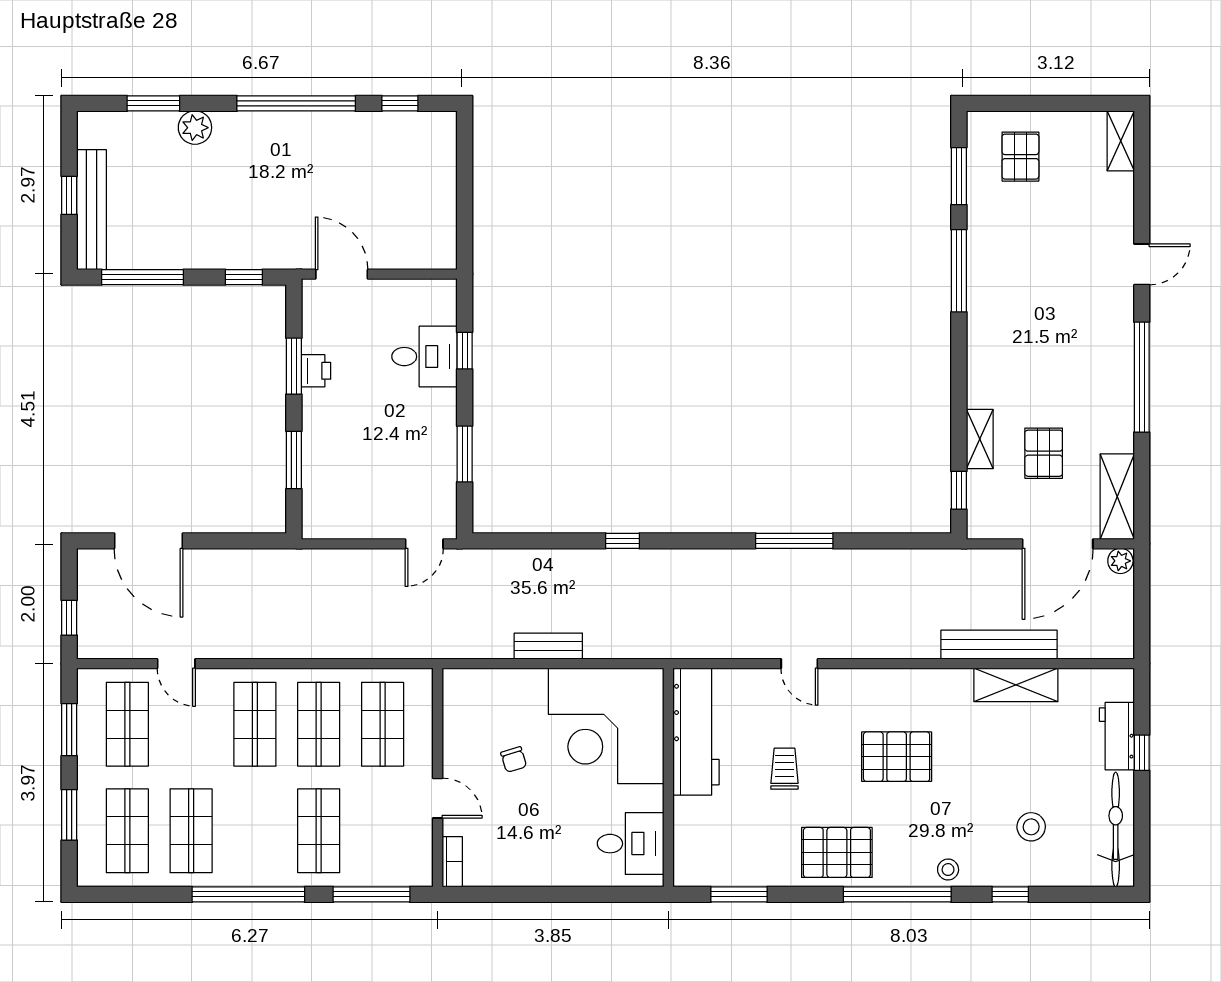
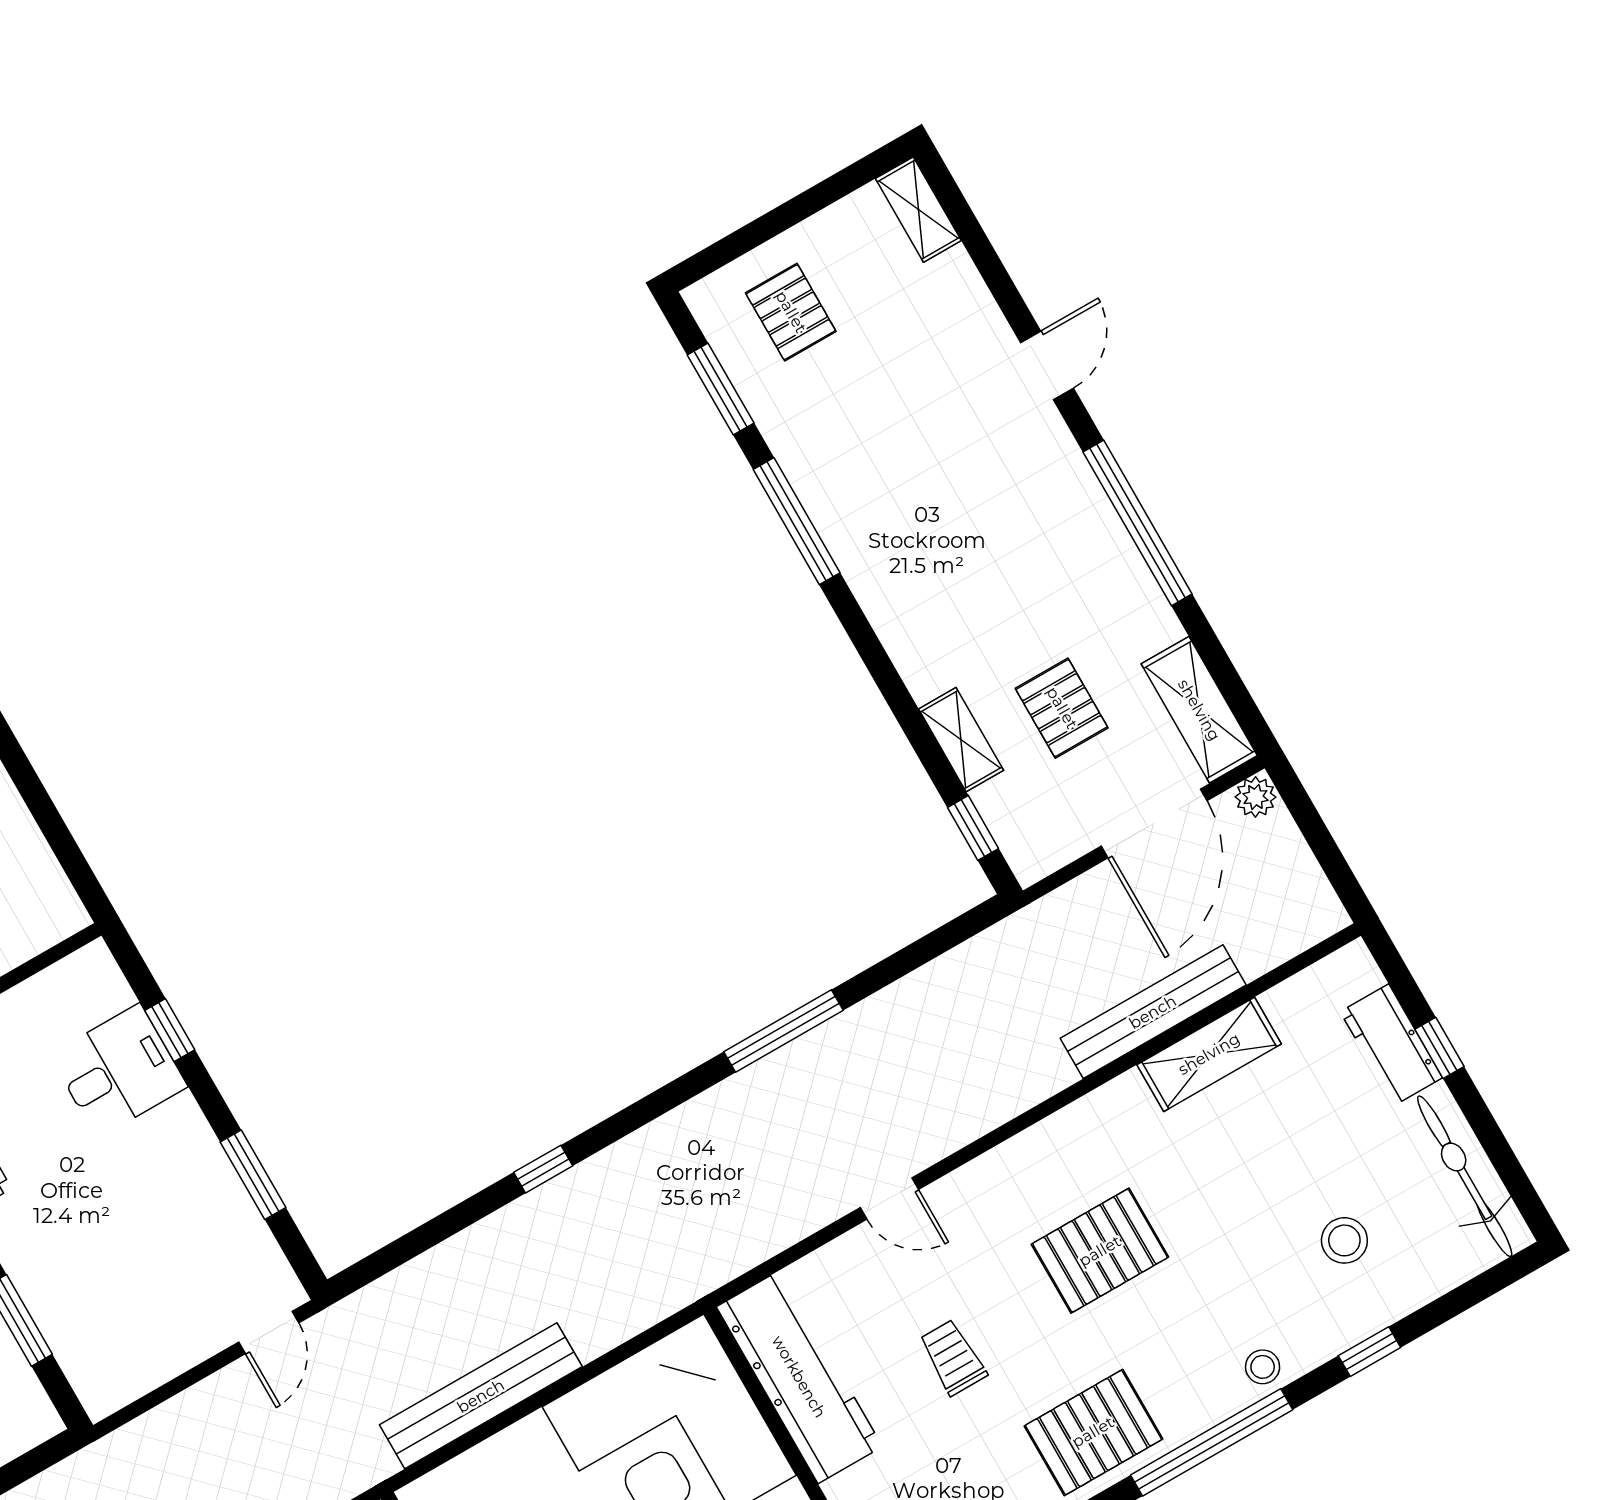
bench: (548, 646) -> (481, 1396), width x1.86, depth x1.21

